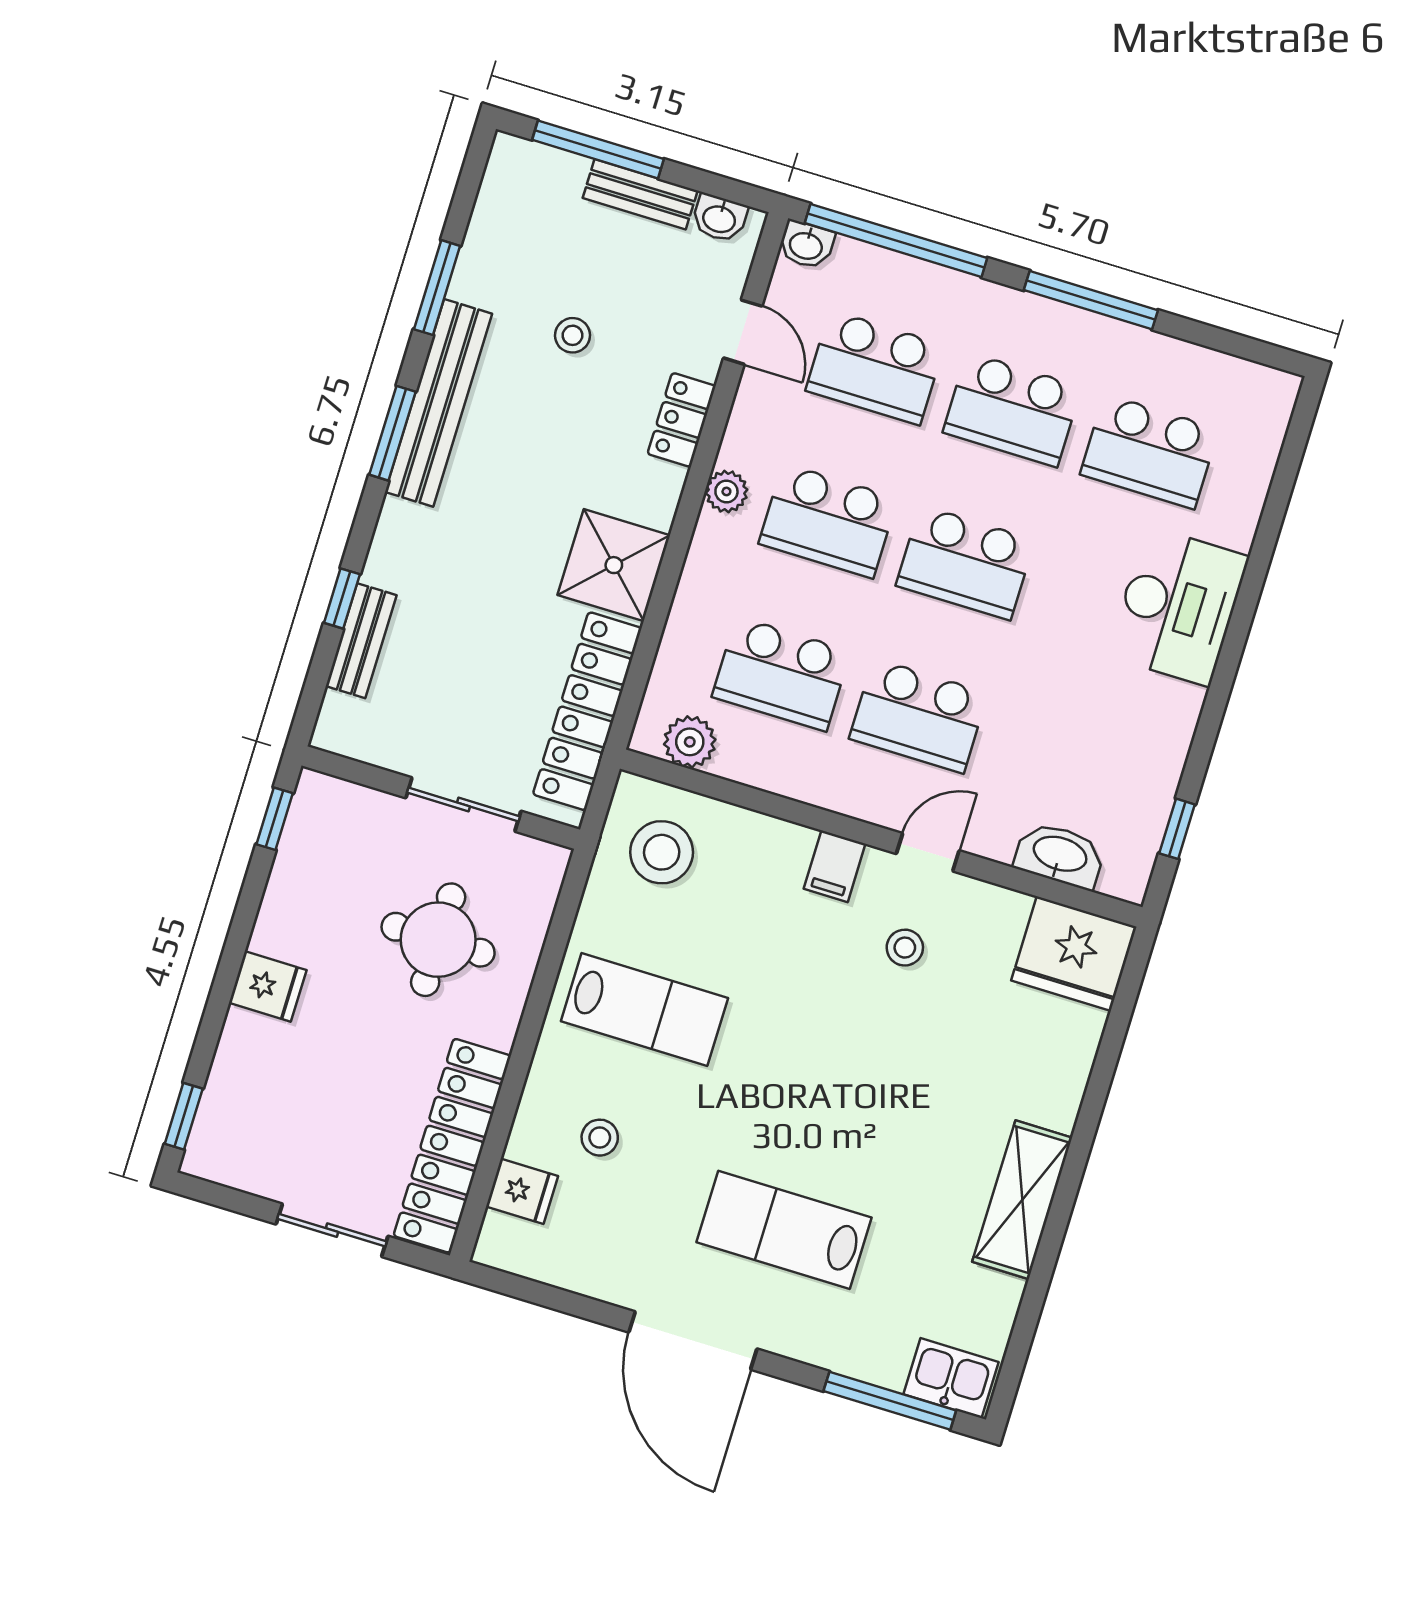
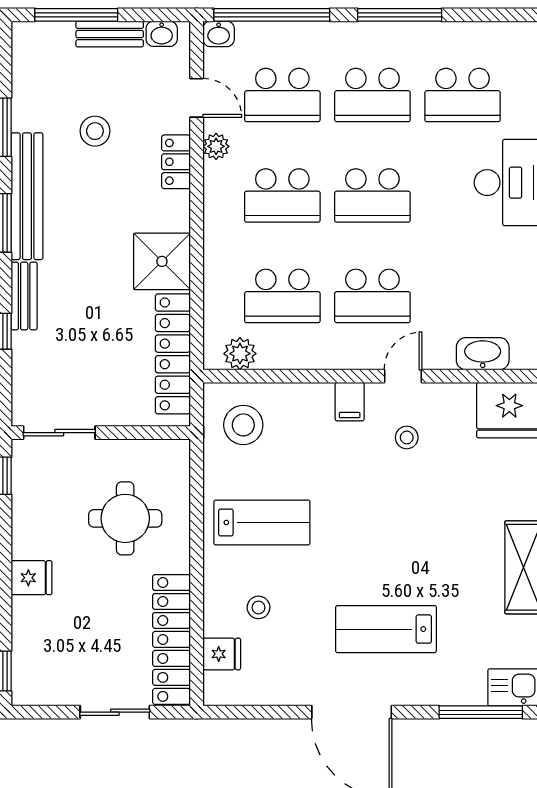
stool: (573, 335) -> (95, 131), width x1.37, depth x1.37
plant: (726, 491) -> (216, 146), moved
bench: (361, 641) -> (24, 296), moved
sliding door: (463, 804) -> (59, 433), moved

